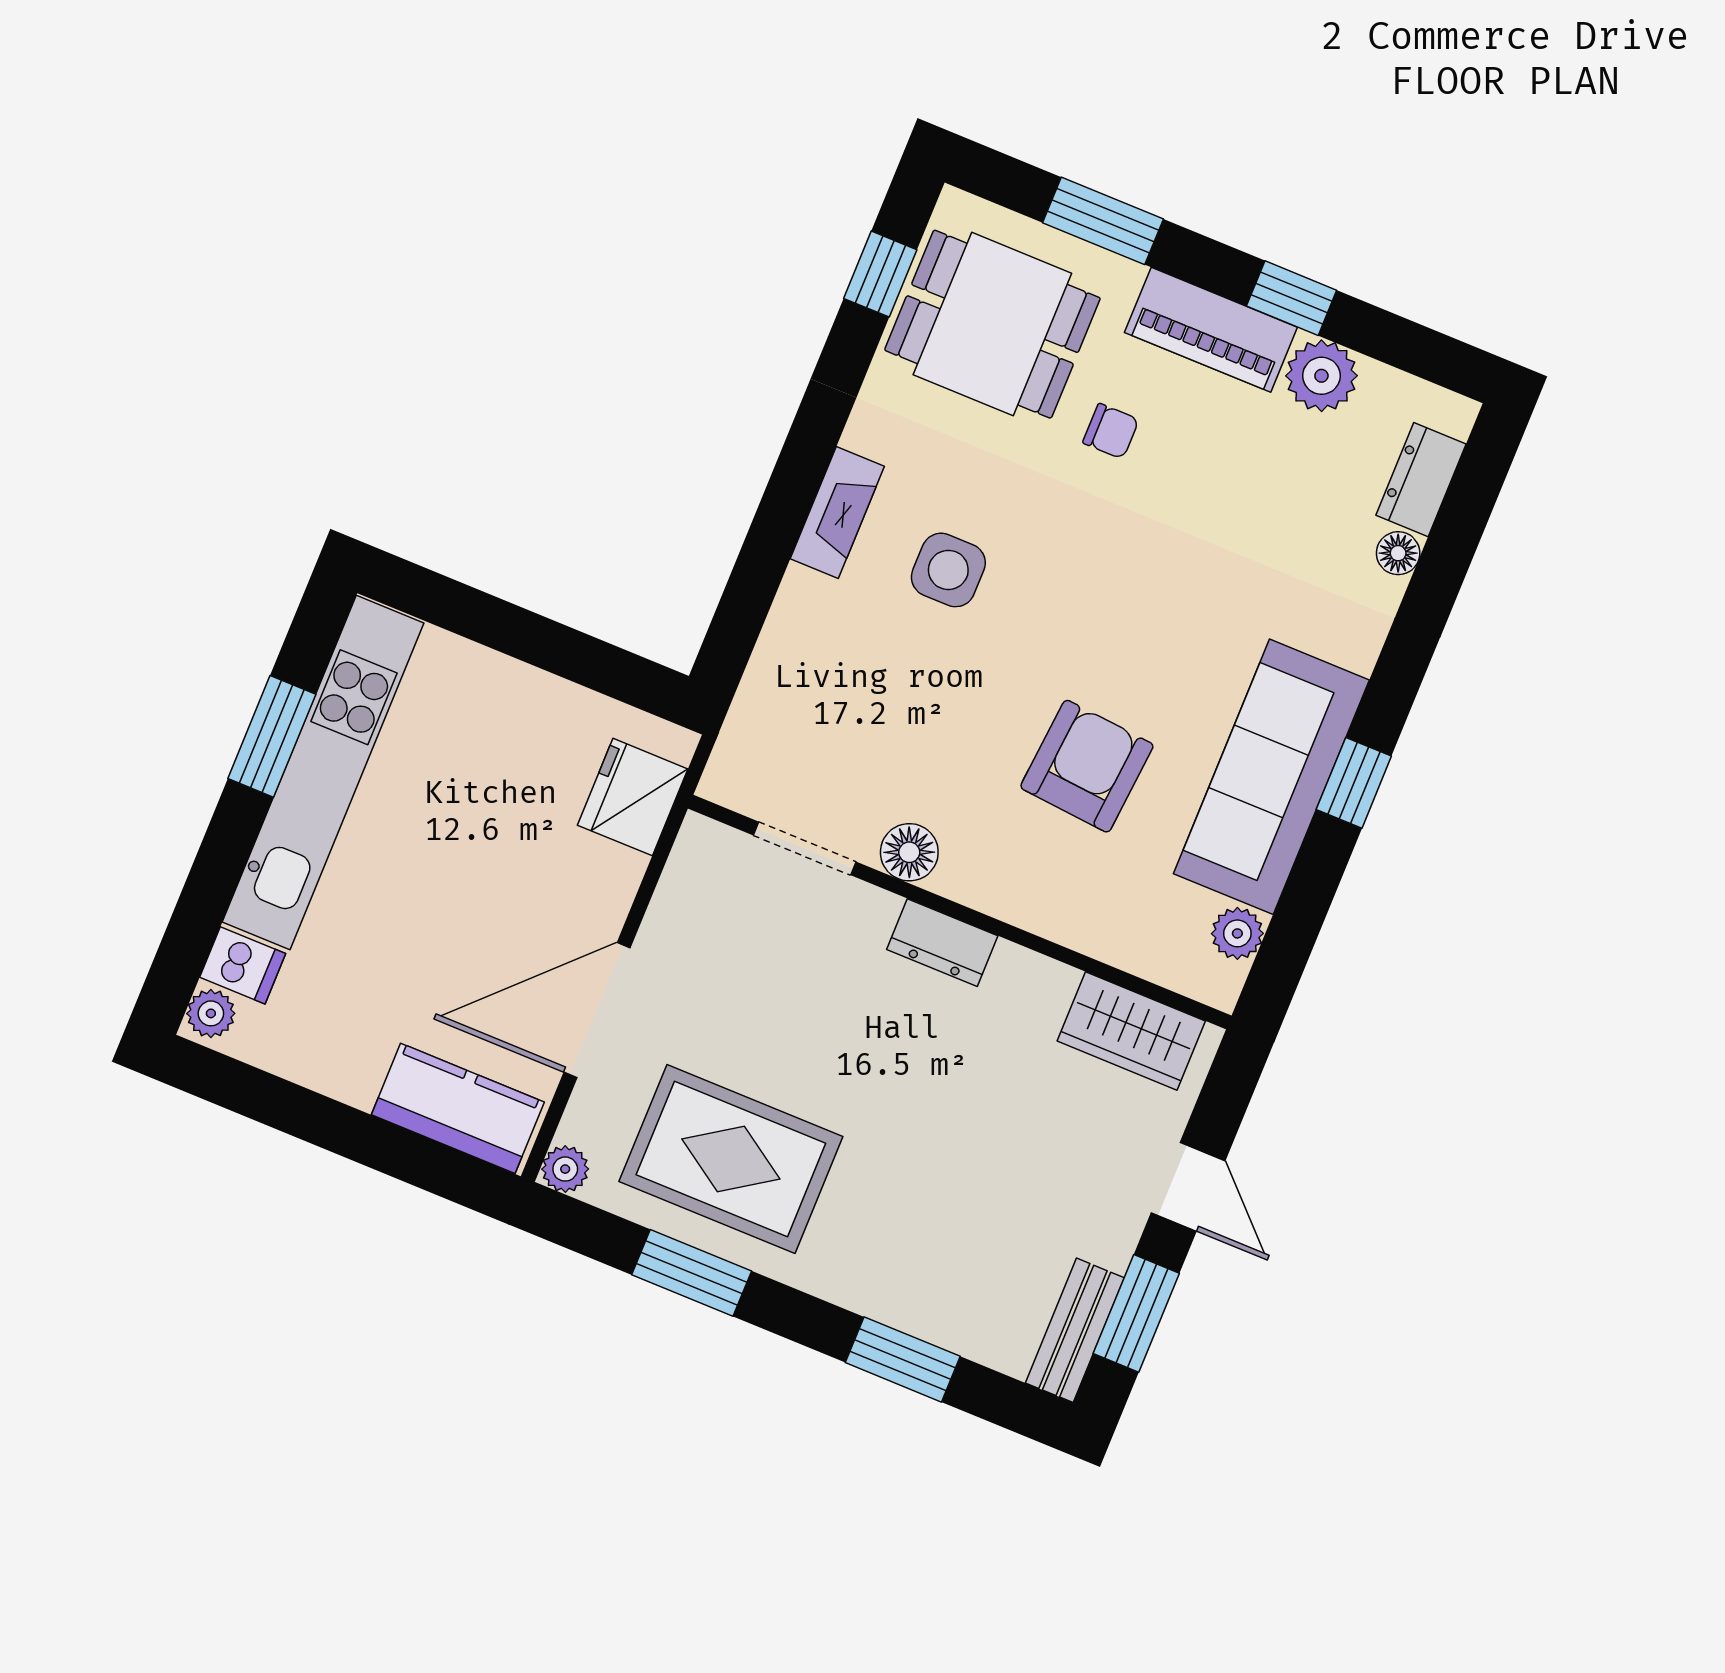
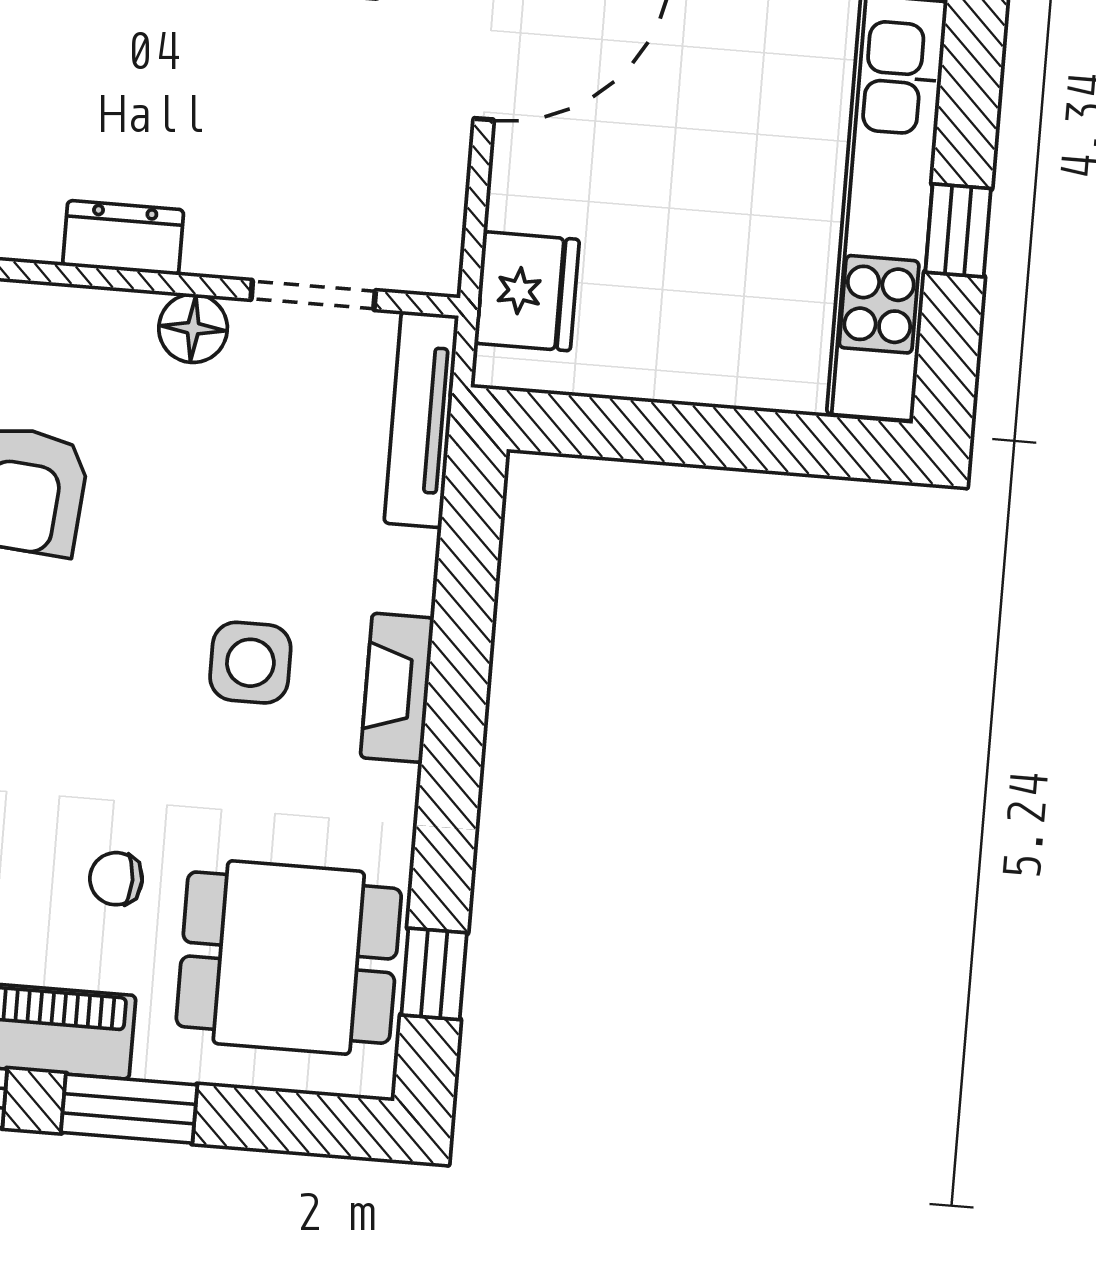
window: (1103, 221) -> (129, 1109), moved
tv unit: (750, 721) -> (421, 419), added
window: (272, 736) -> (958, 230), width x0.67

